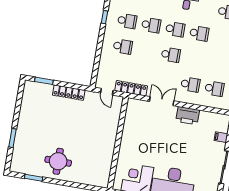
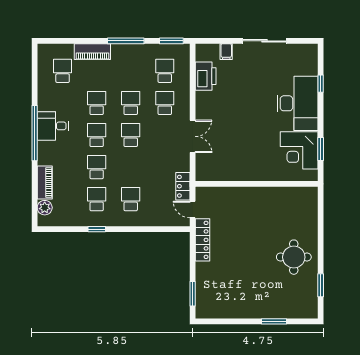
school desk: (195, 59) -> (131, 103), added
locker: (131, 88) -> (183, 186), width x0.66
door: (107, 92) -> (193, 210), swing flipped
locker: (69, 93) -> (203, 240), moved
double door: (162, 101) -> (193, 136), swing flipped
printer: (188, 116) -> (206, 76), moved

